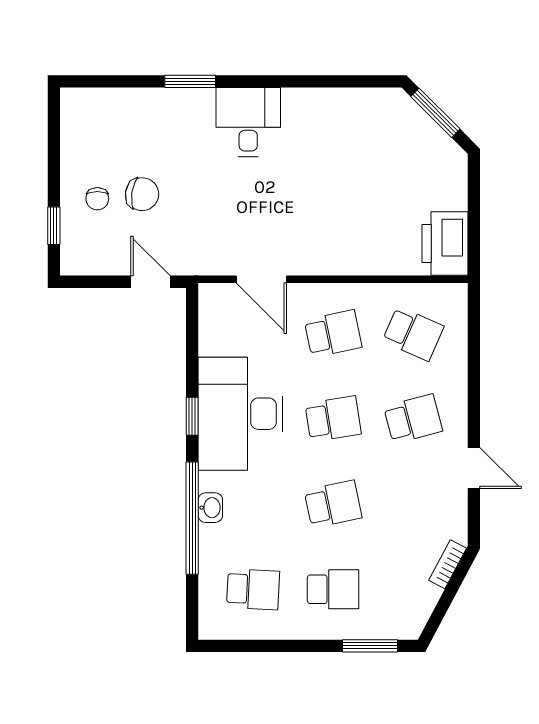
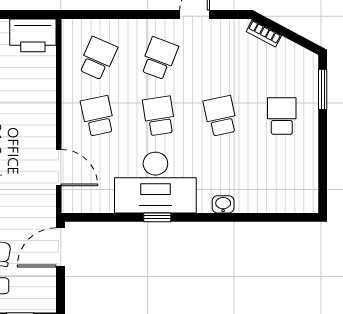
door: (261, 279) -> (59, 168), hinge flipped
door: (150, 282) -> (60, 247), width x1.38
school desk: (413, 419) -> (159, 58), turned 36
window: (192, 518) -> (231, 217), removed
school desk: (253, 589) -> (282, 174), removed

